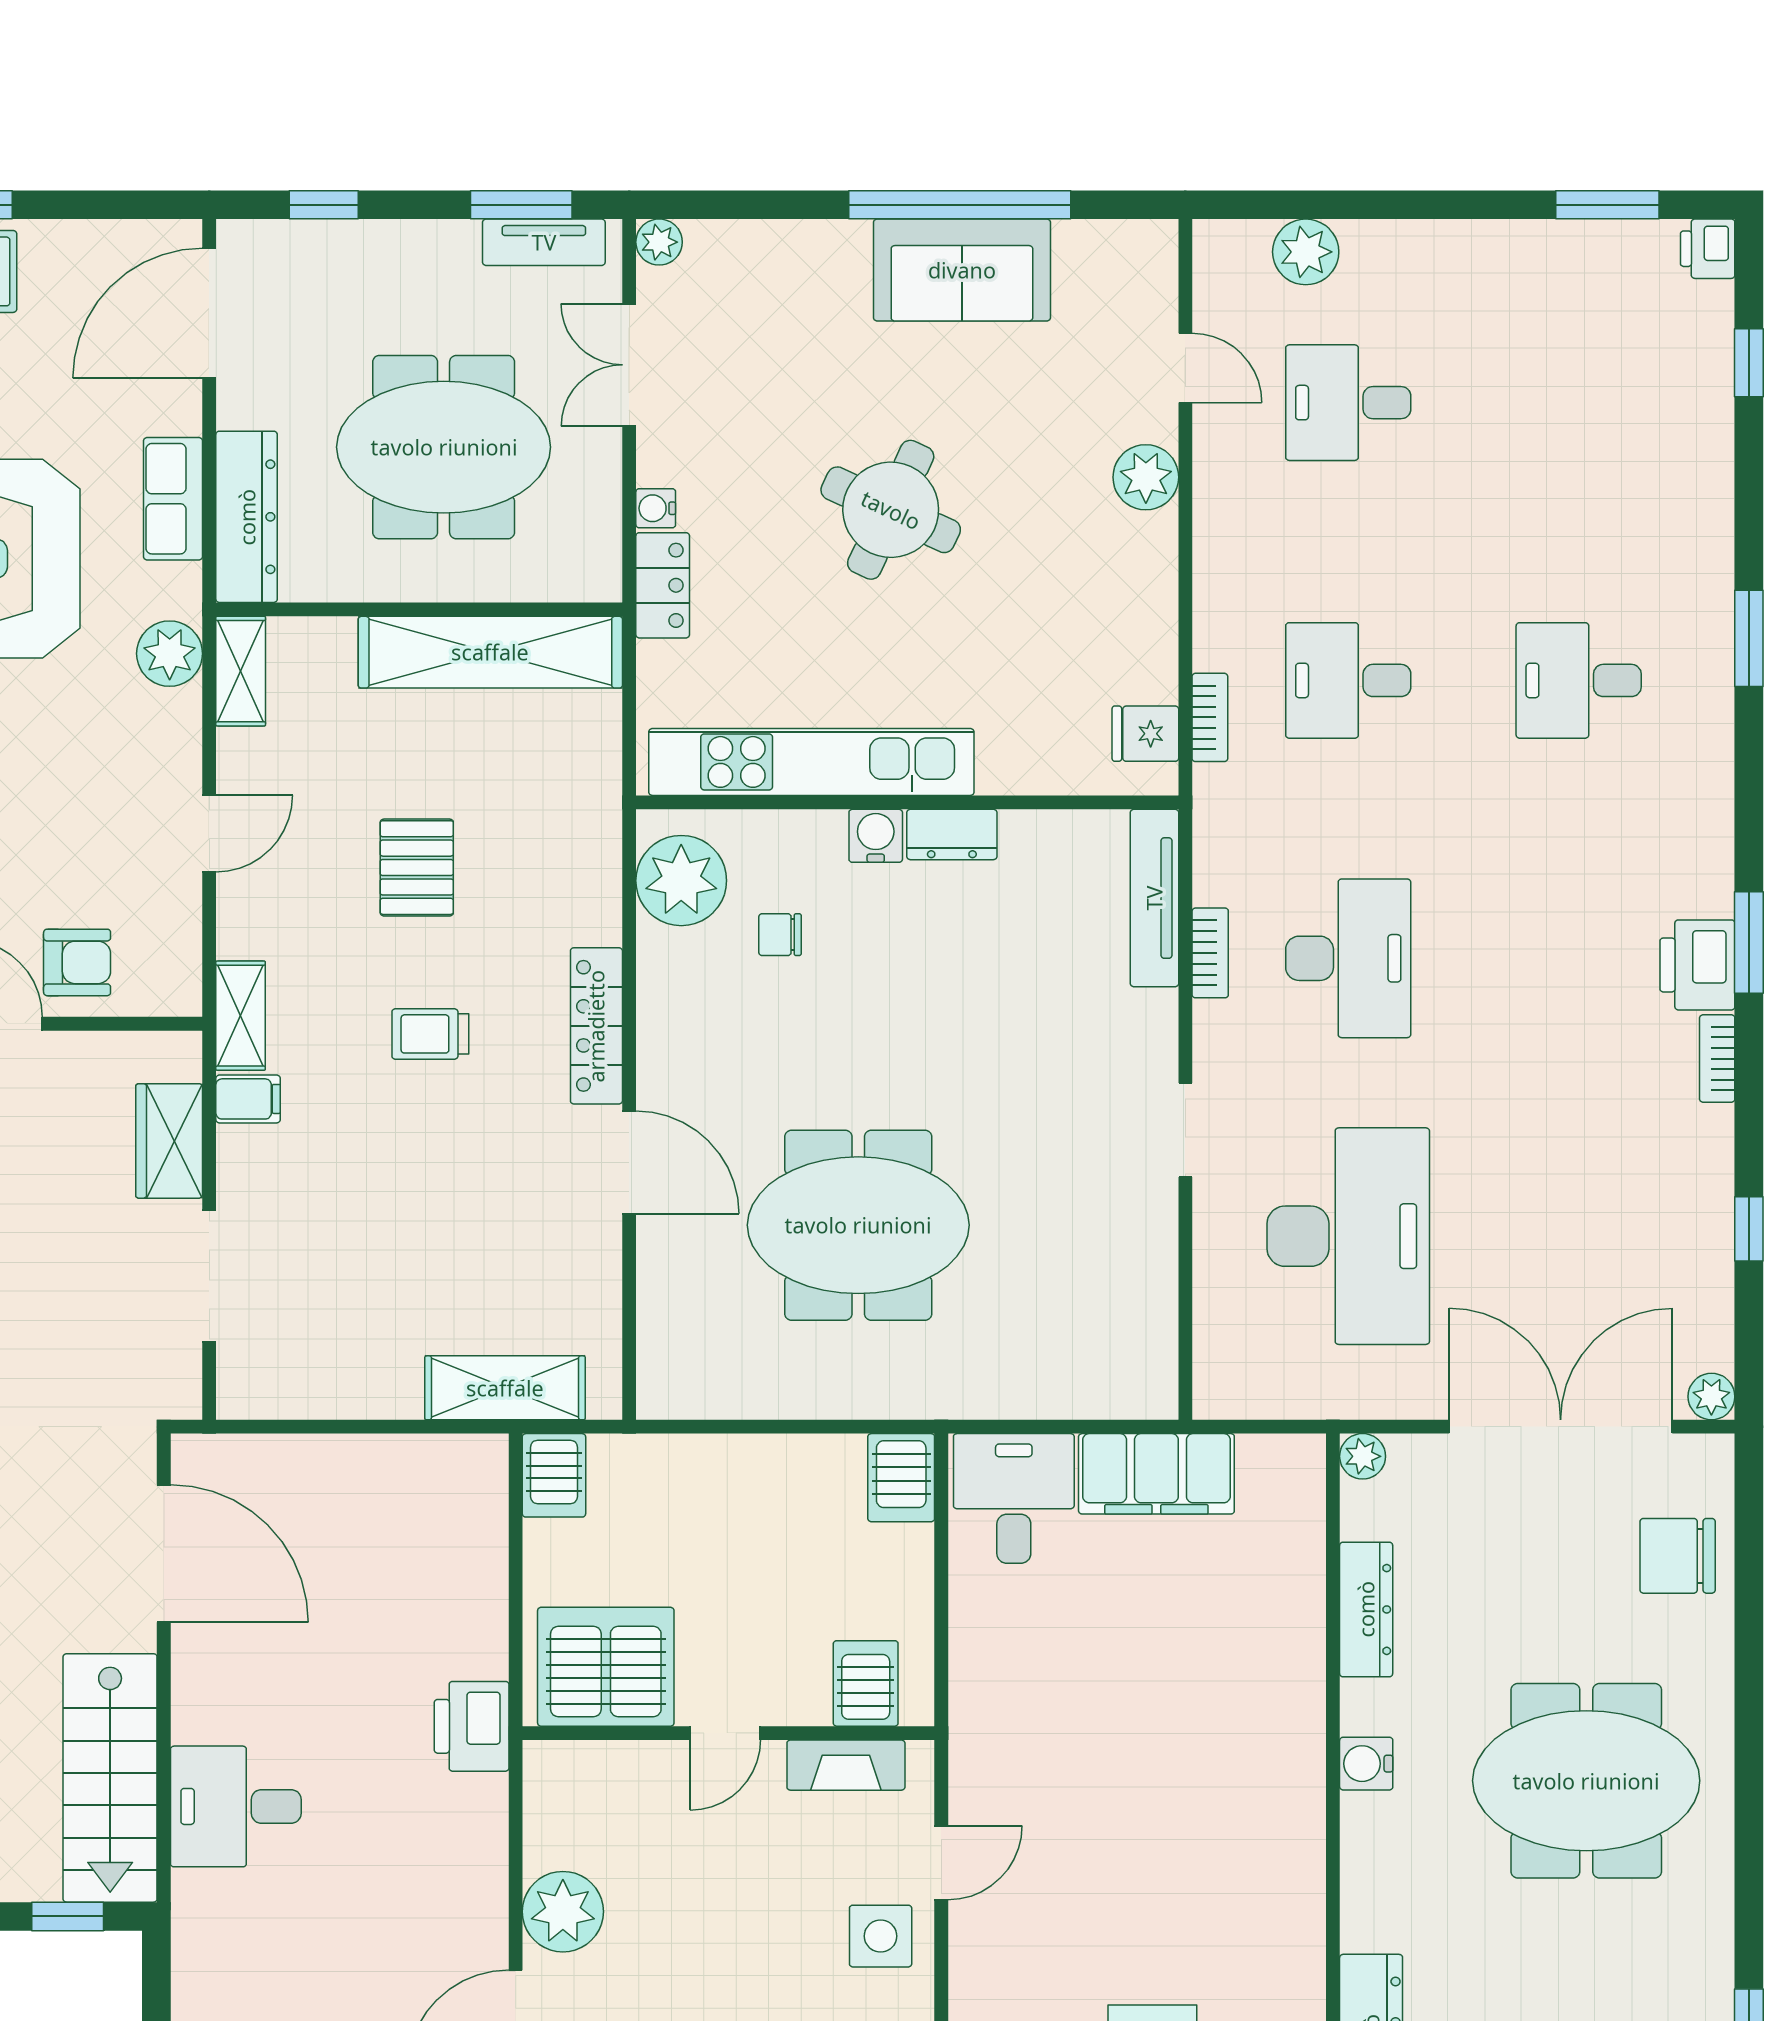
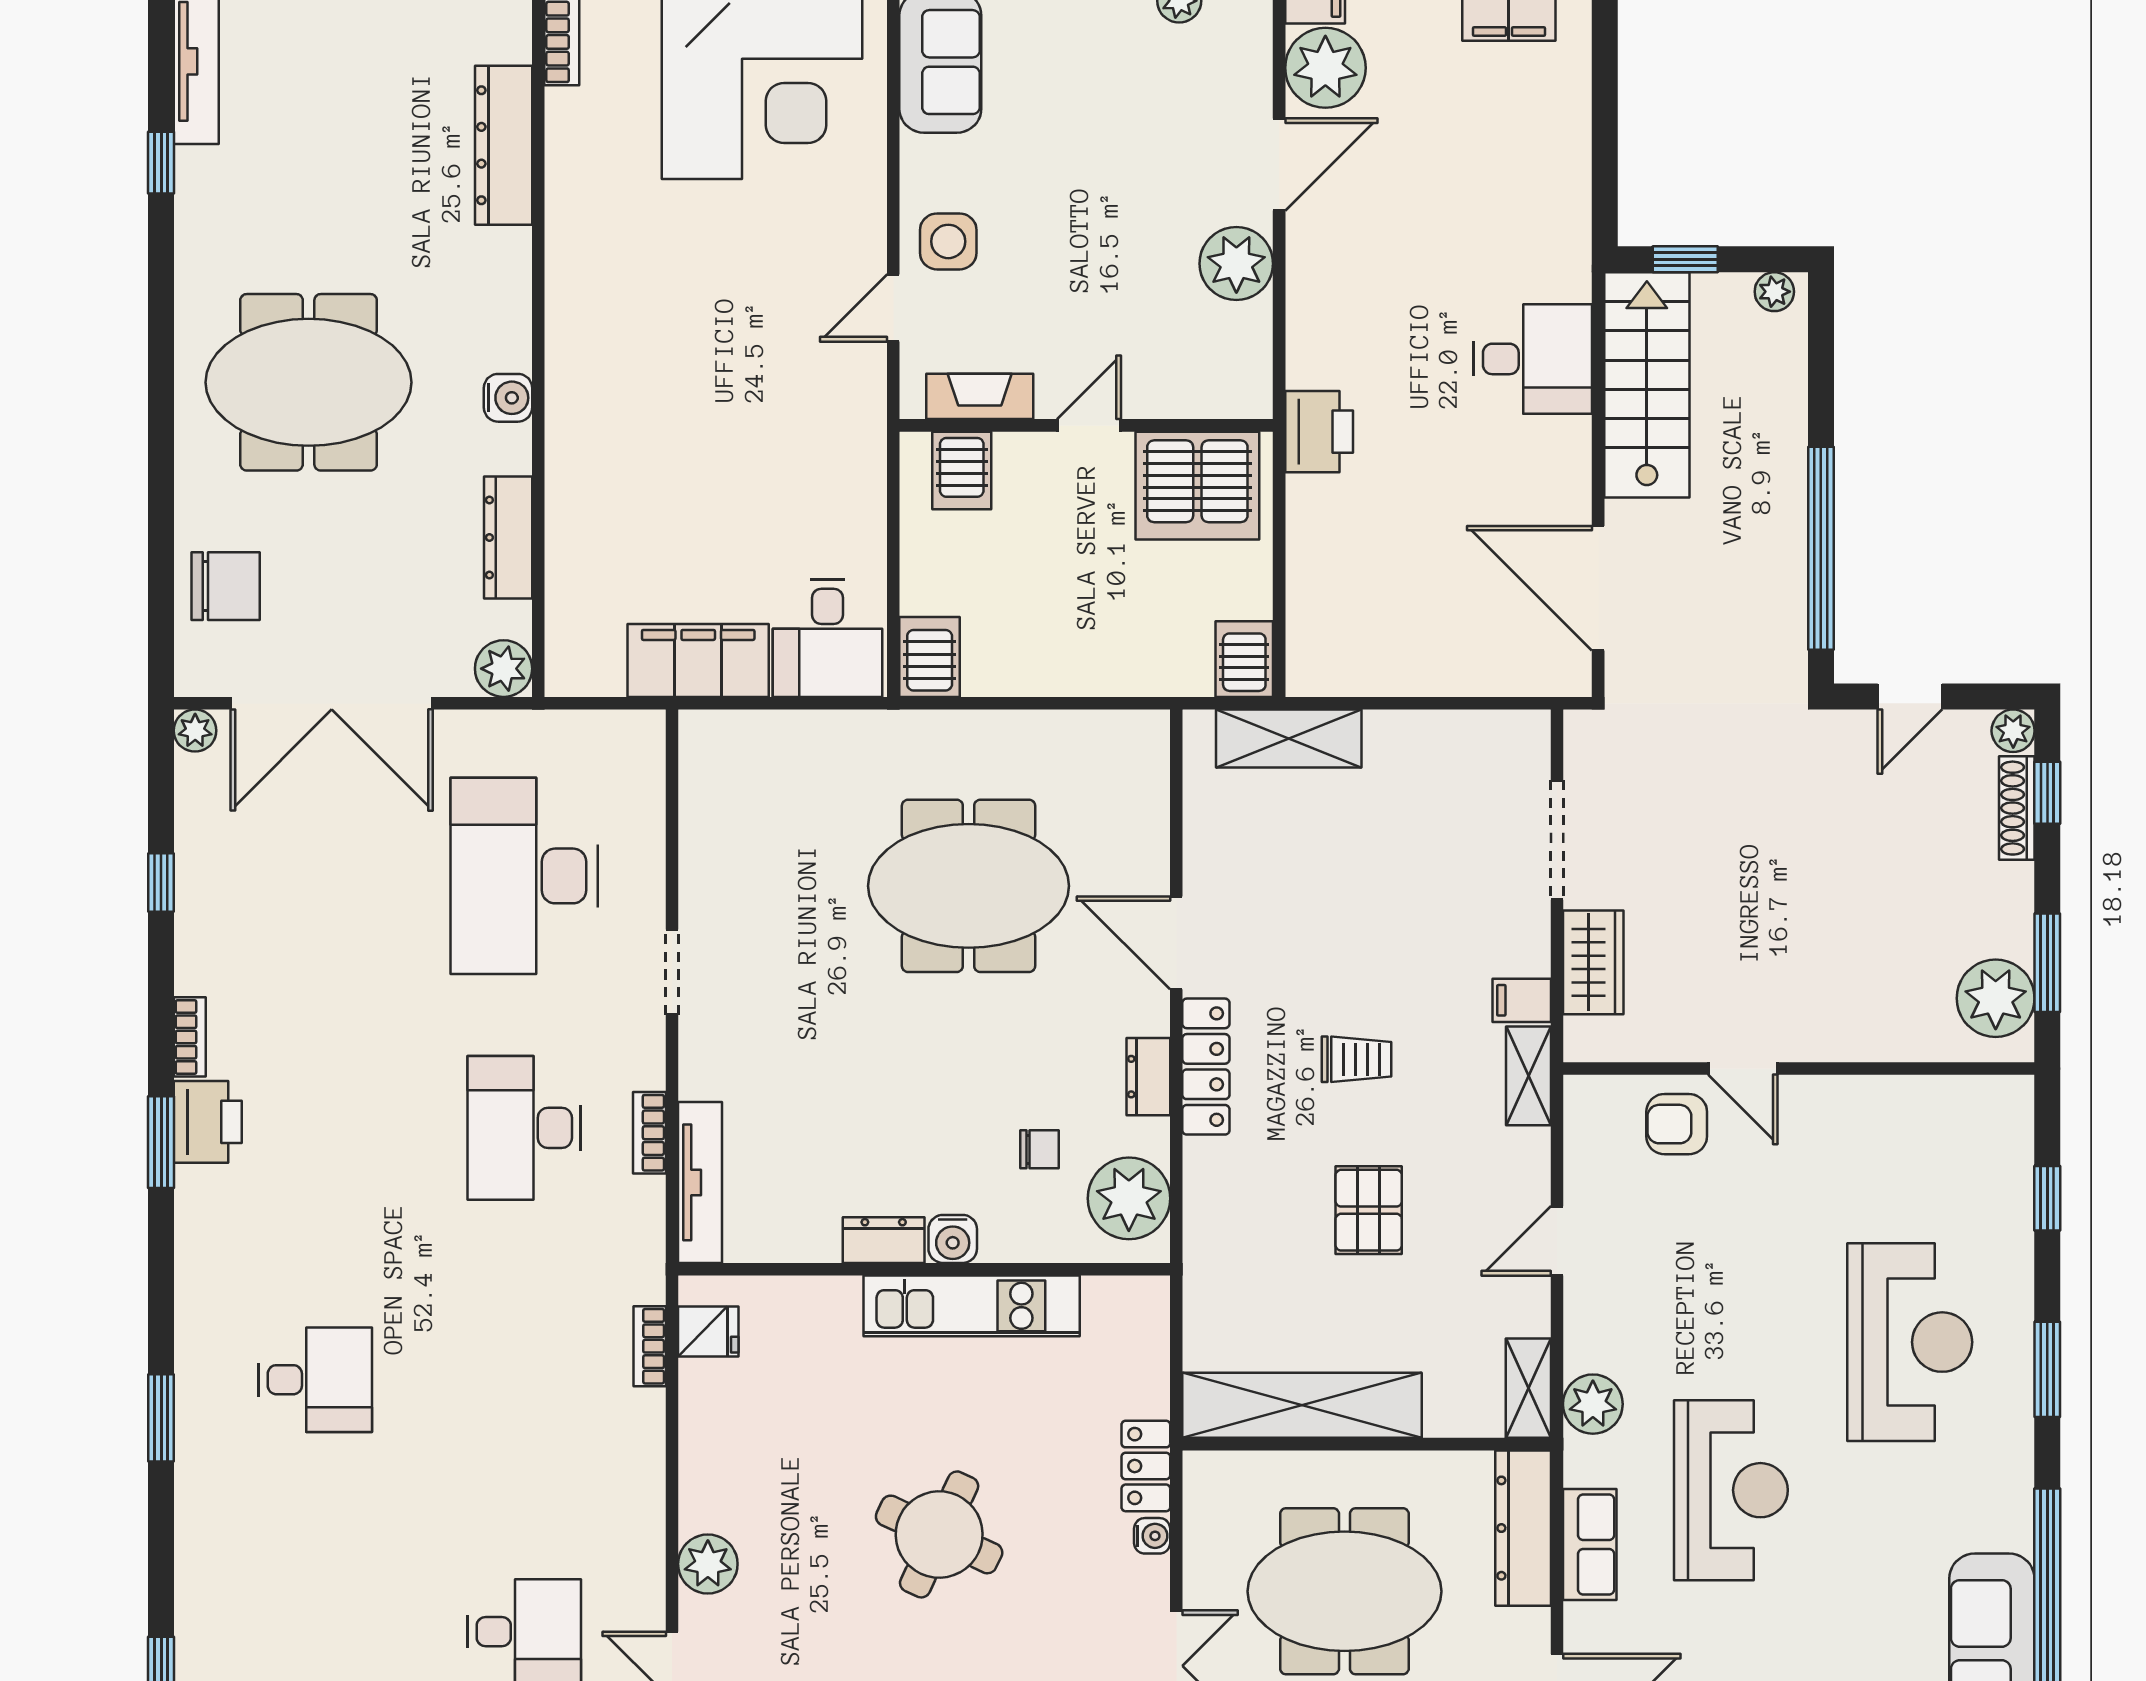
desk: (1348, 680) -> (524, 1380), removed
kitchen unit: (811, 762) -> (972, 1306), width x0.73
dresser: (660, 1015) -> (1148, 1077), added
plant: (1363, 1456) -> (504, 669), width x1.38, depth x1.38

